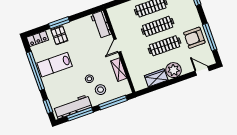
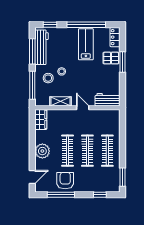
wardrobe: (156, 78) -> (41, 119), moved

